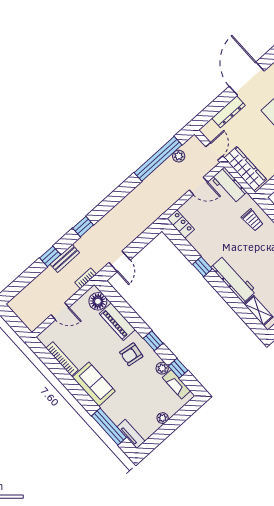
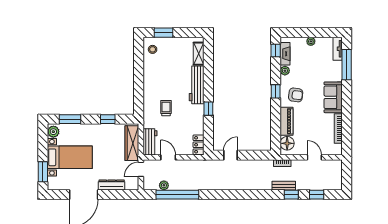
trolley: (252, 220) -> (166, 108), moved
window: (83, 227) -> (317, 195), moved
door: (120, 261) -> (230, 155), moved
window: (178, 368) -> (276, 51), moved

